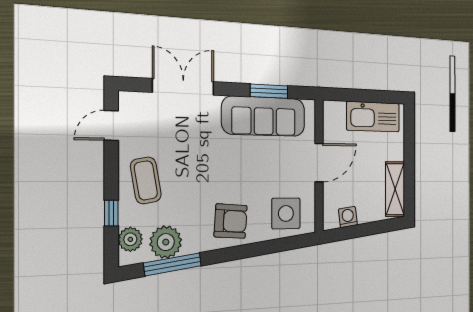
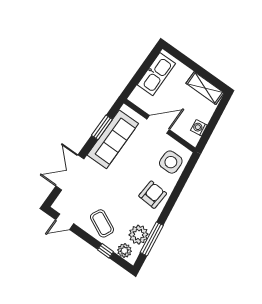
door: (111, 125) -> (65, 222), hinge flipped
door: (319, 163) -> (158, 124), hinge flipped
coffee table: (146, 180) -> (102, 223), turned 36

